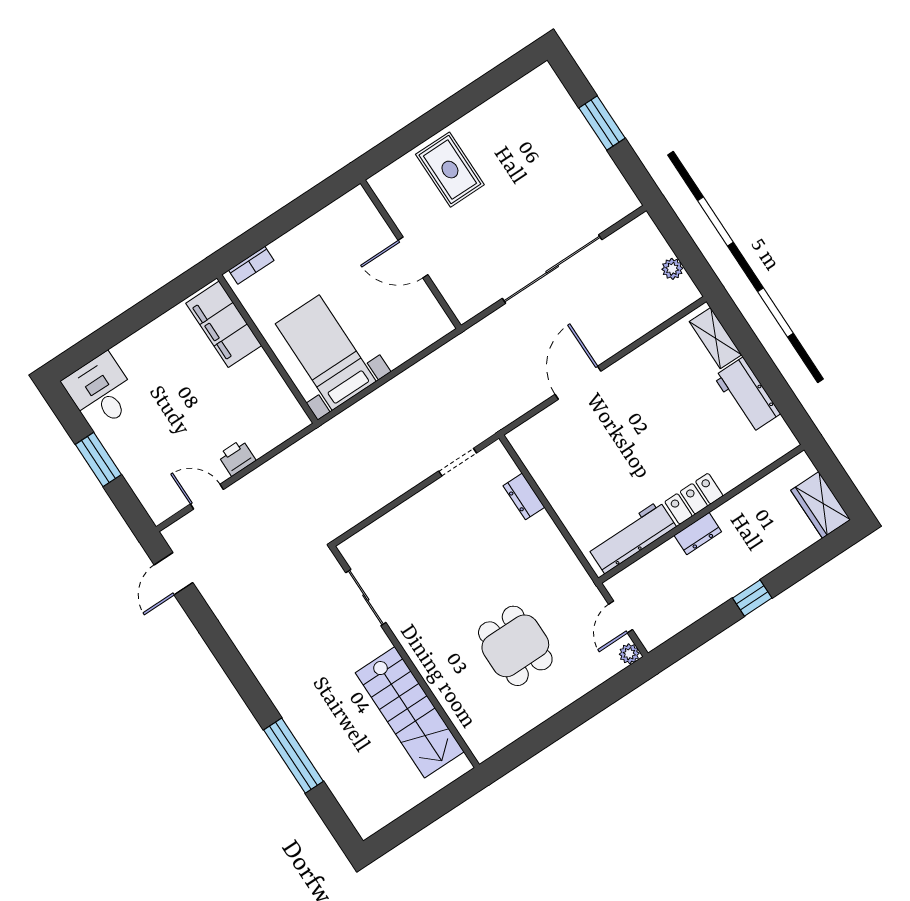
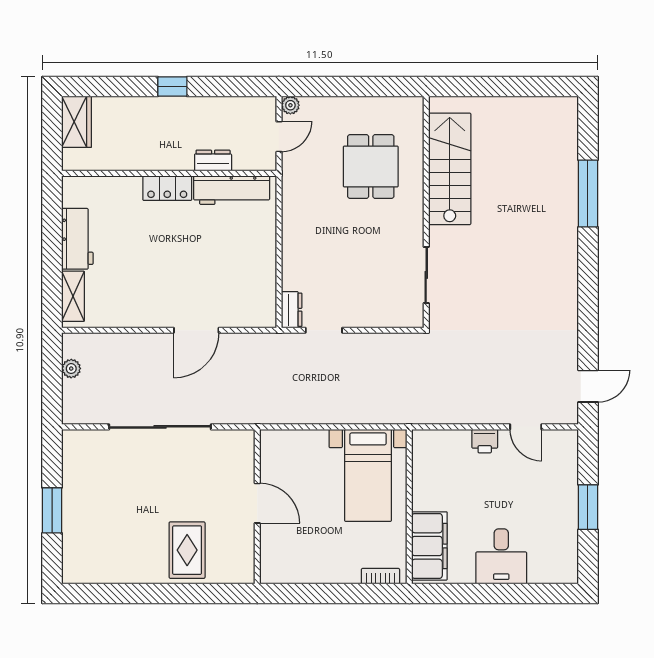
desk: (101, 391) -> (501, 556), moved
dresser: (524, 496) -> (292, 310), moved
dresser: (698, 534) -> (213, 161), moved
sliding door: (366, 598) -> (426, 275), moved
wall: (405, 657) -> (426, 212), moved
stairs: (410, 712) -> (450, 169), moved

